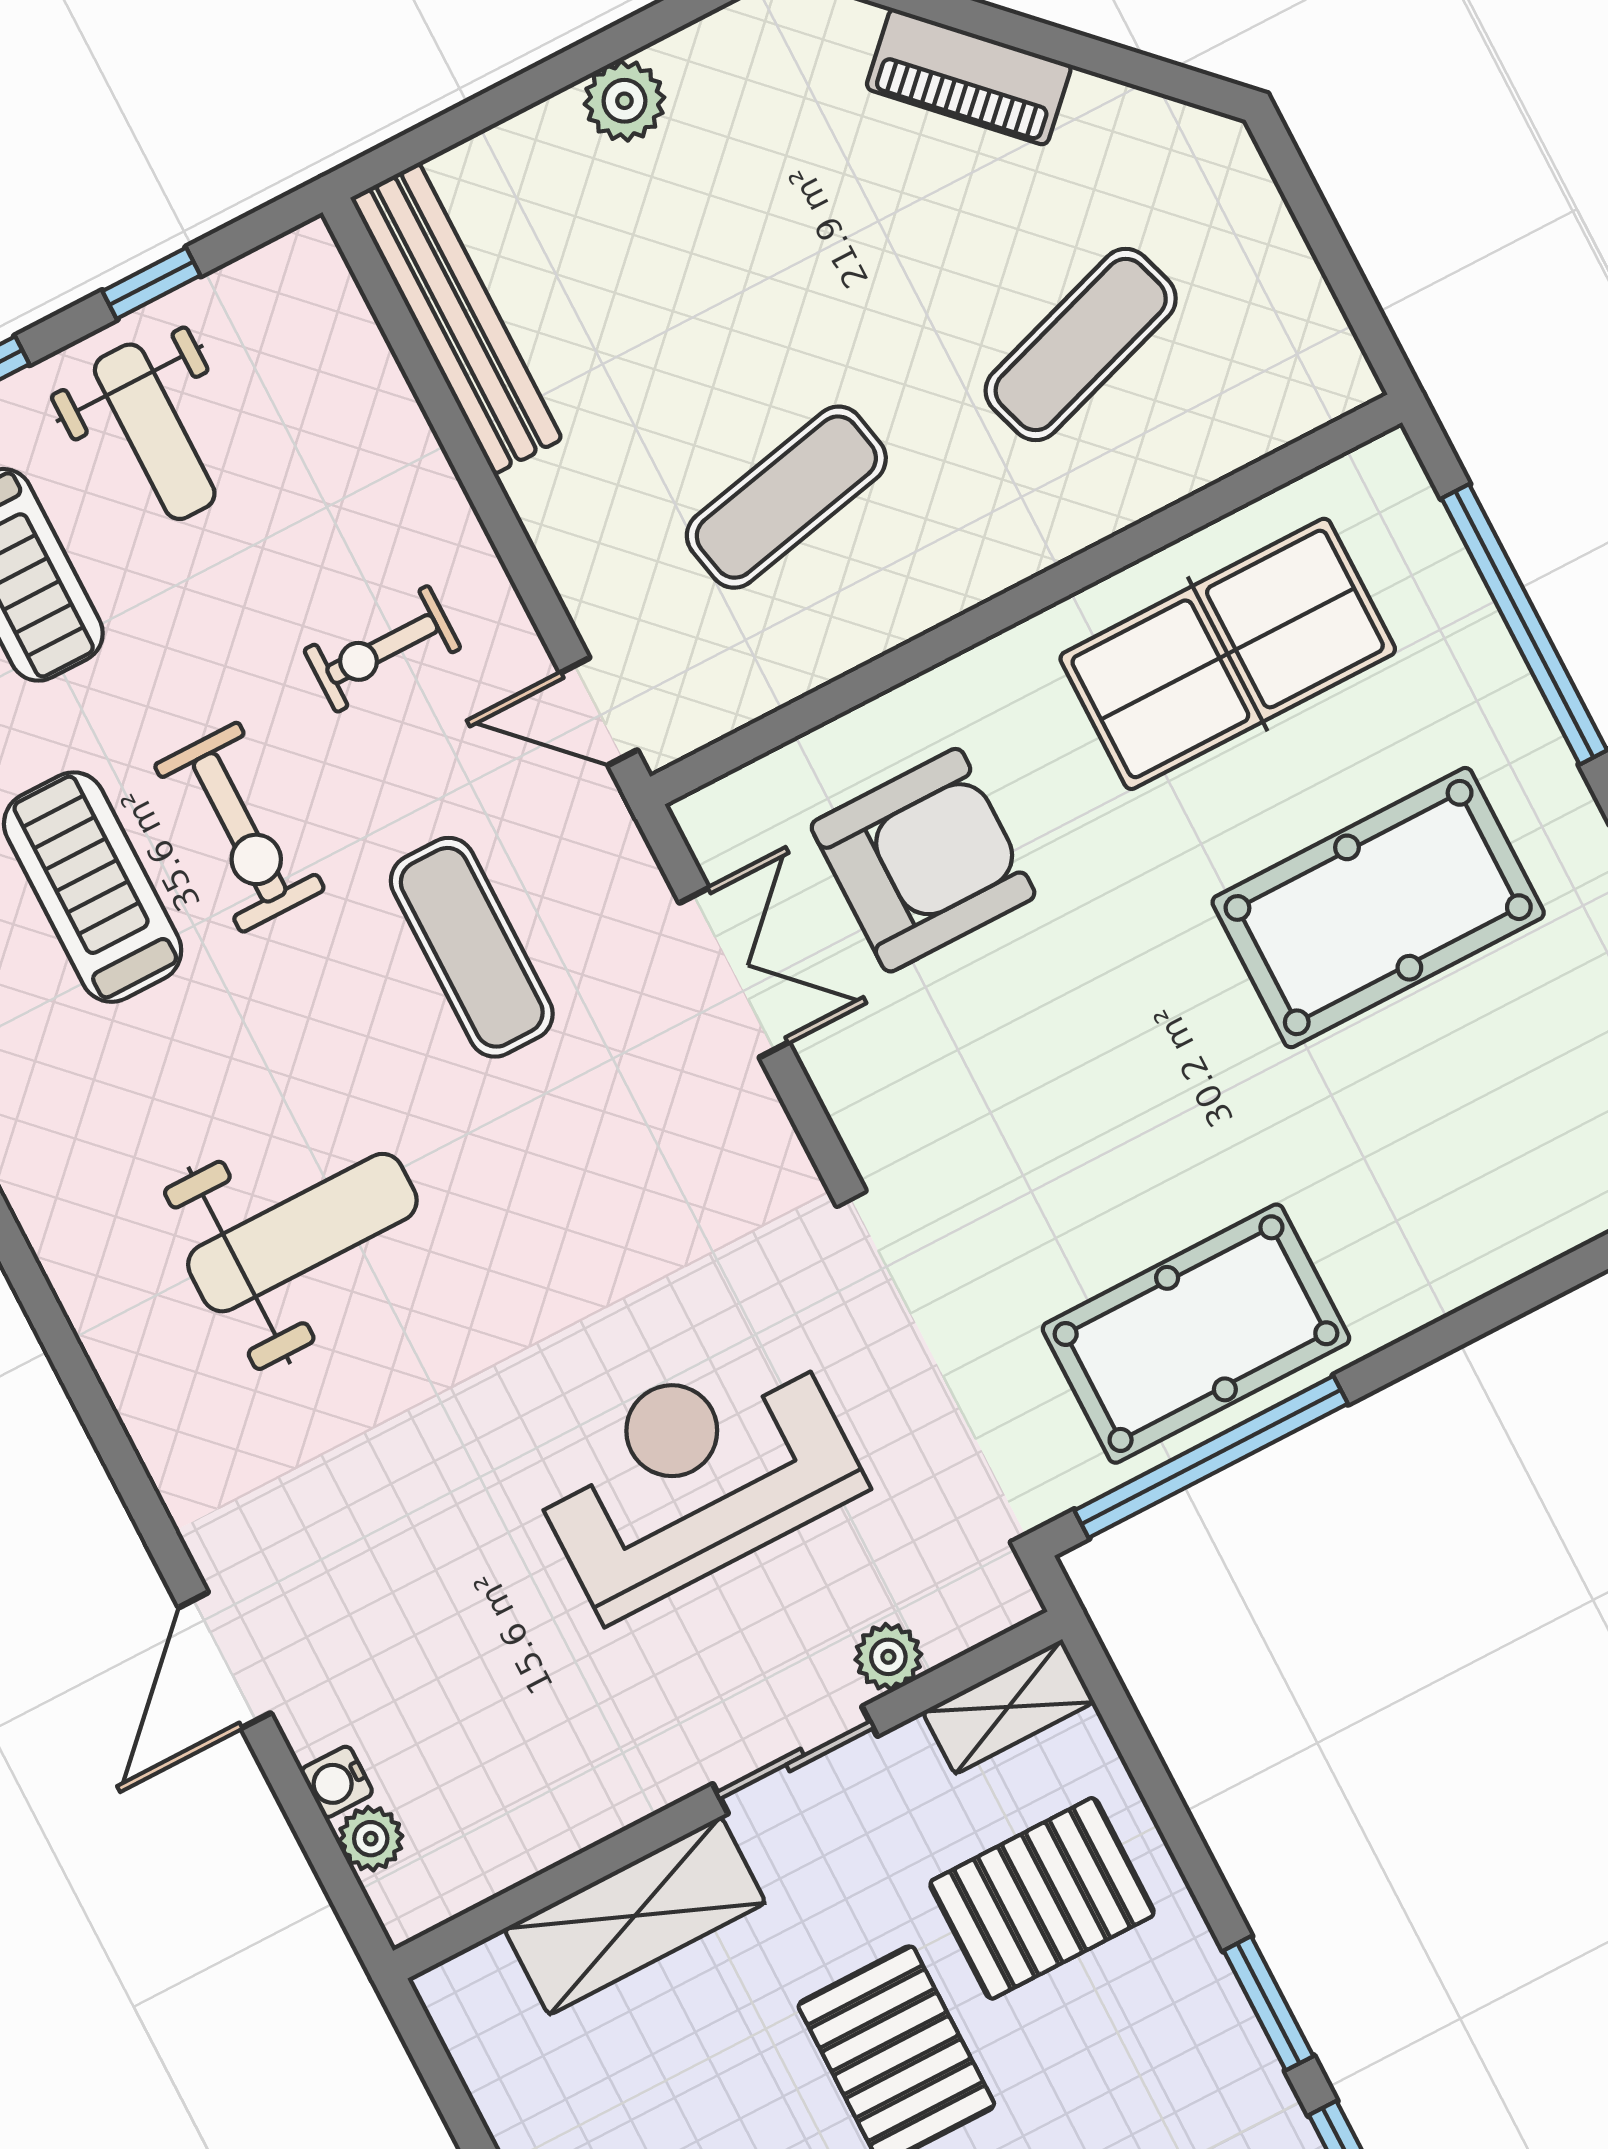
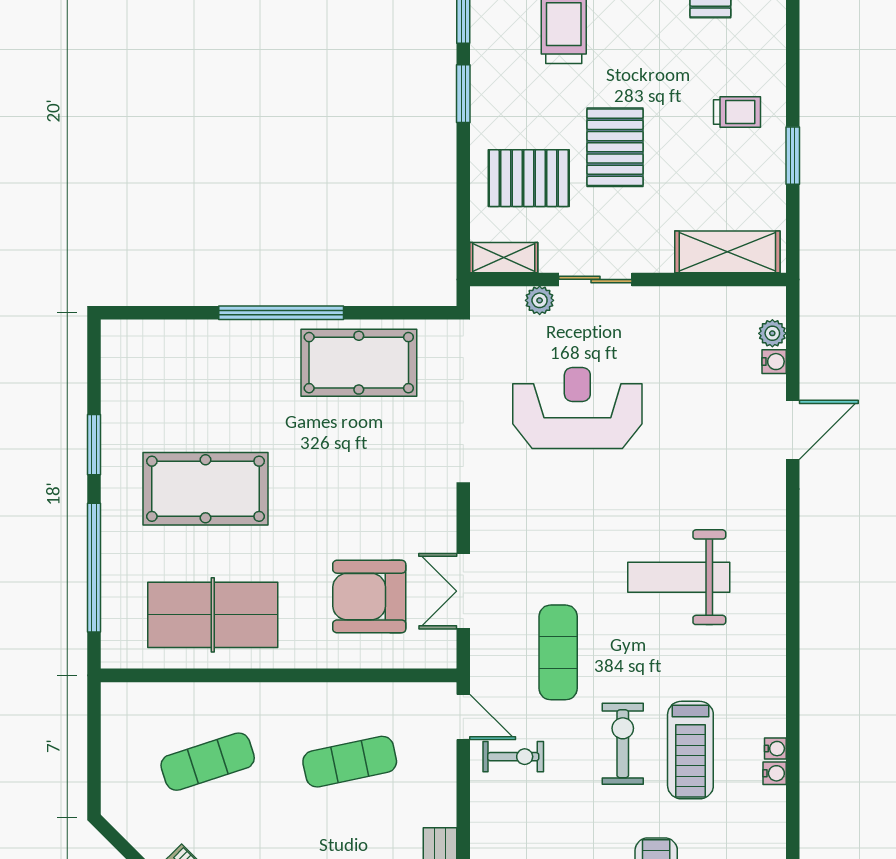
exercise bike: (382, 649) -> (513, 757), moved
window: (1211, 1457) -> (281, 313), moved
reception desk: (694, 1474) -> (577, 408), turned 180
shelving: (635, 1916) -> (727, 252), moved

